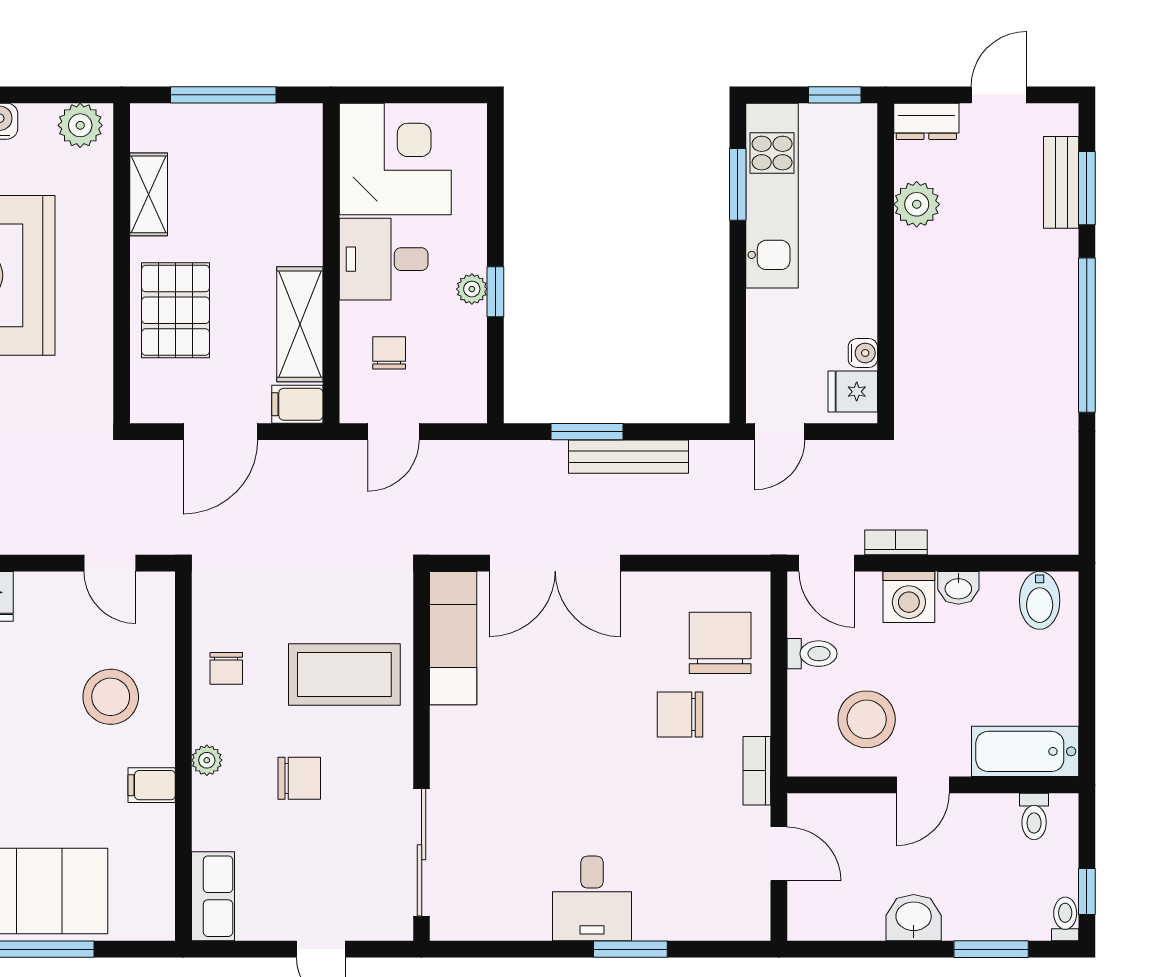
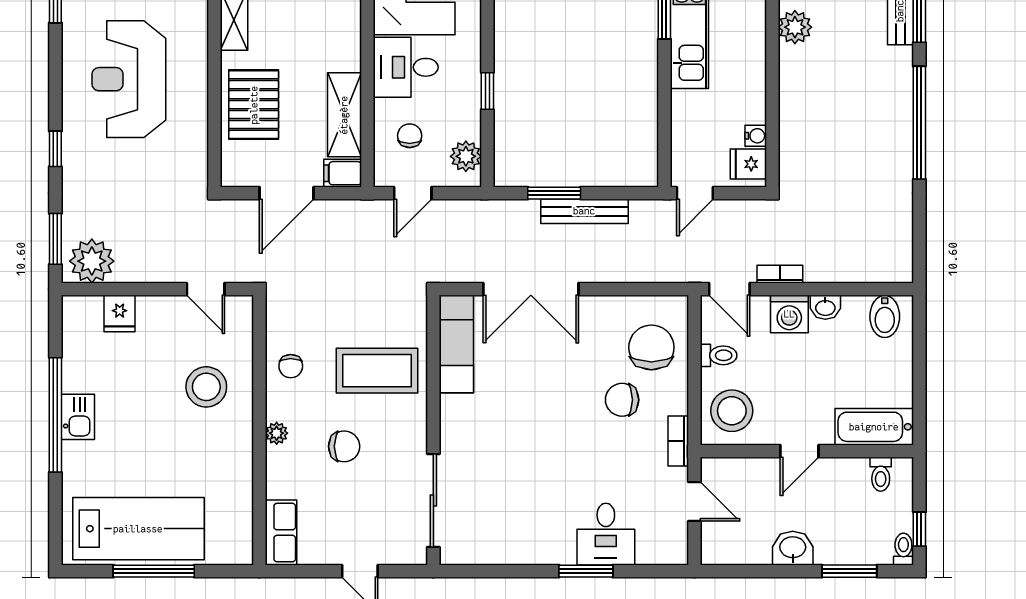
plant: (472, 289) -> (466, 156), moved, width x1.38, depth x1.38
stool: (867, 719) -> (732, 411), moved
filing cabinet: (152, 785) -> (236, 451), removed
desk: (592, 898) -> (606, 534), moved

